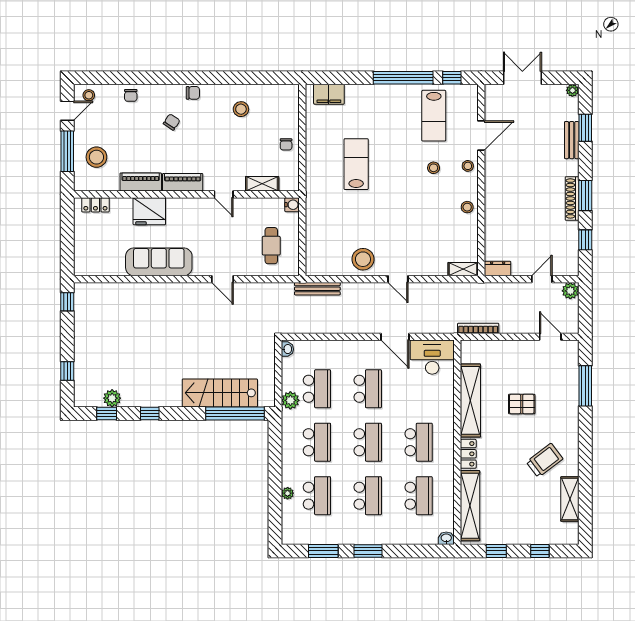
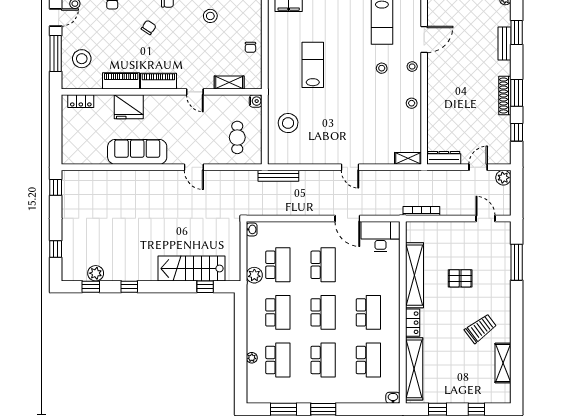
stool: (363, 259) -> (288, 123), moved
dresser: (498, 269) -> (444, 158), width x1.44
window: (235, 413) -> (205, 287), width x0.32

